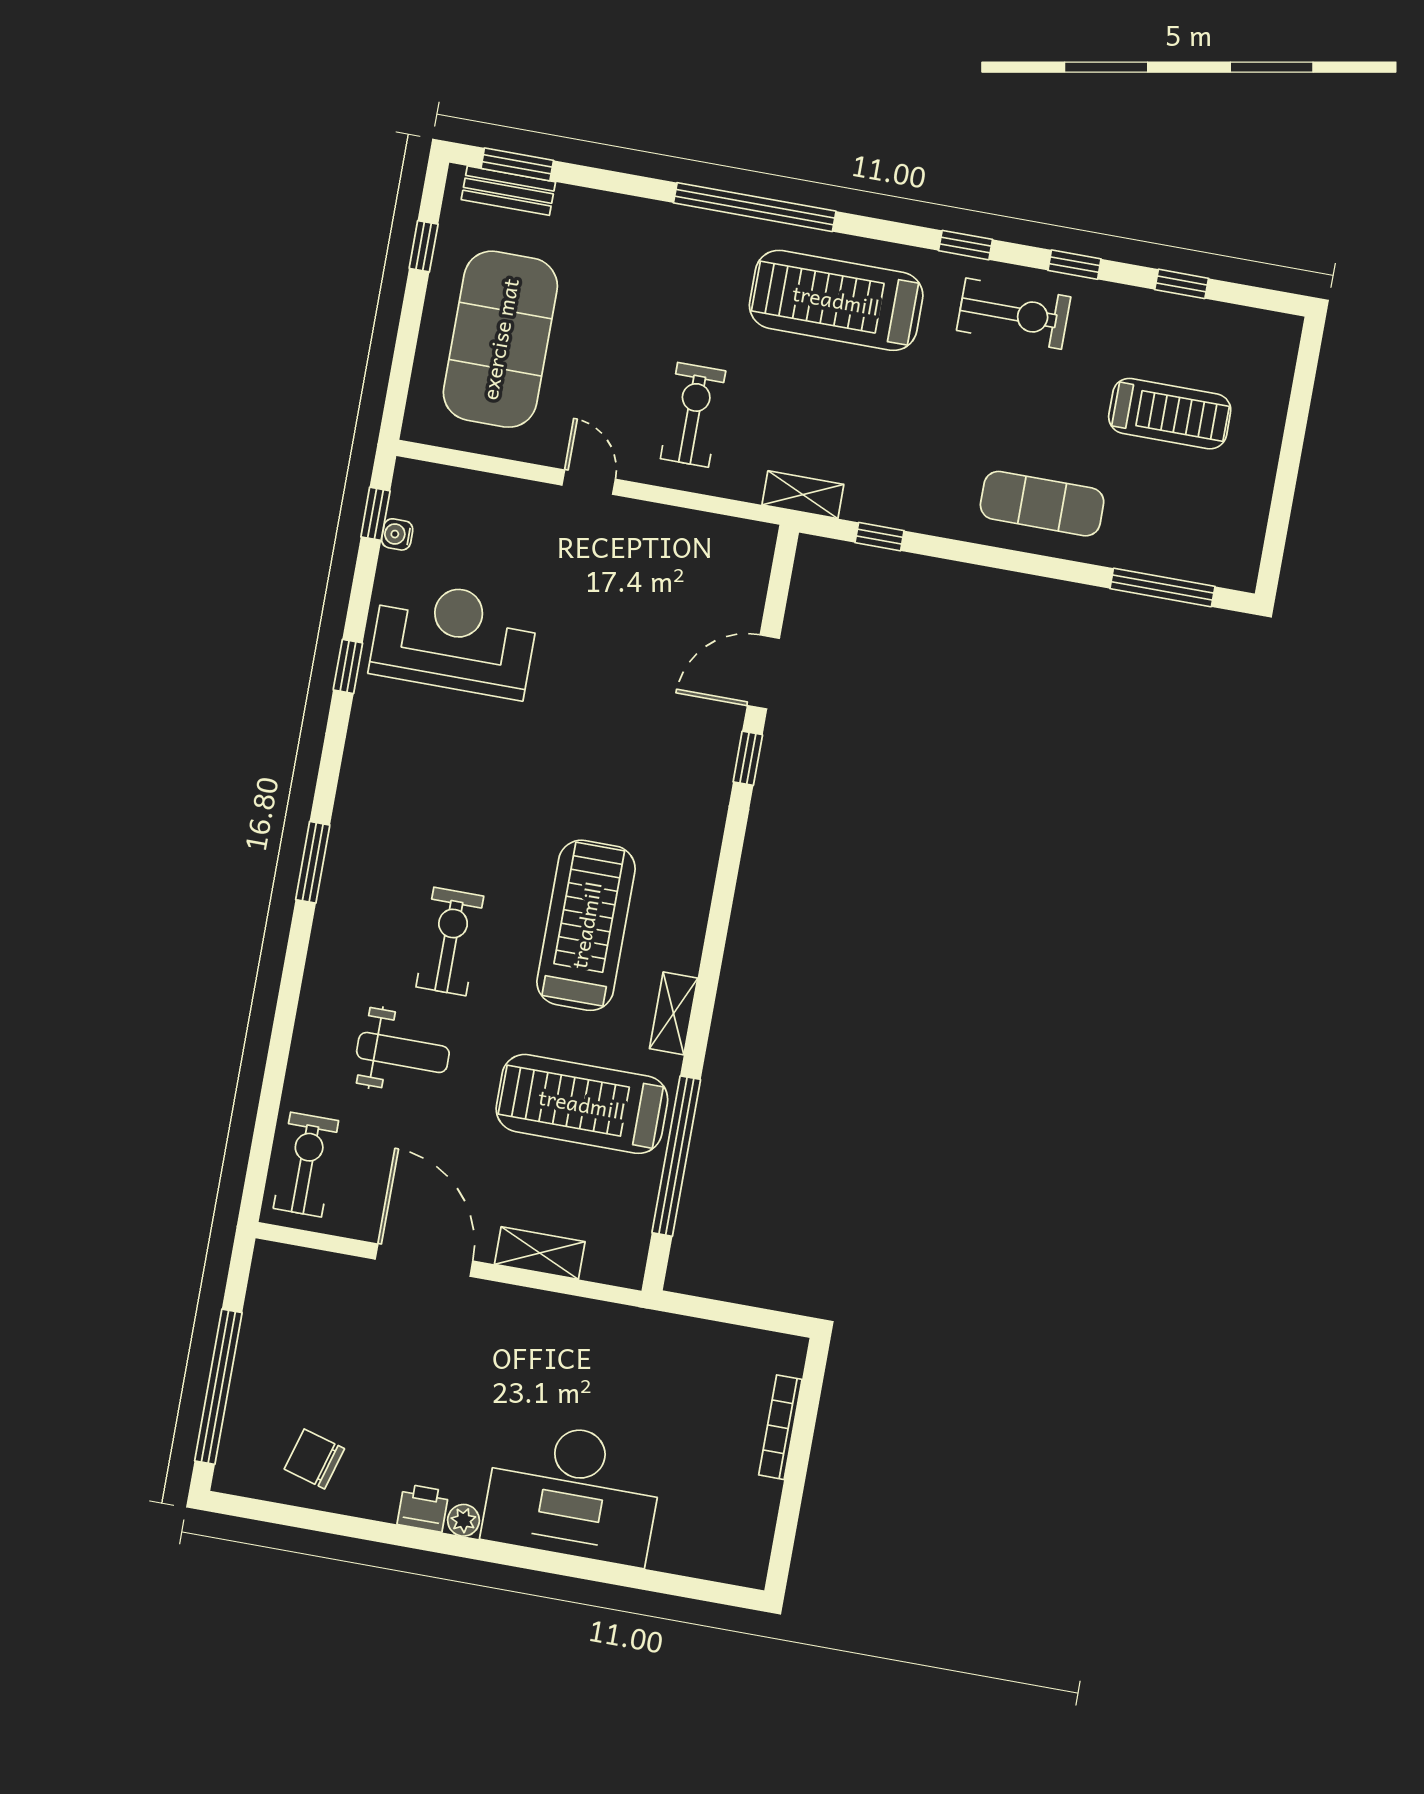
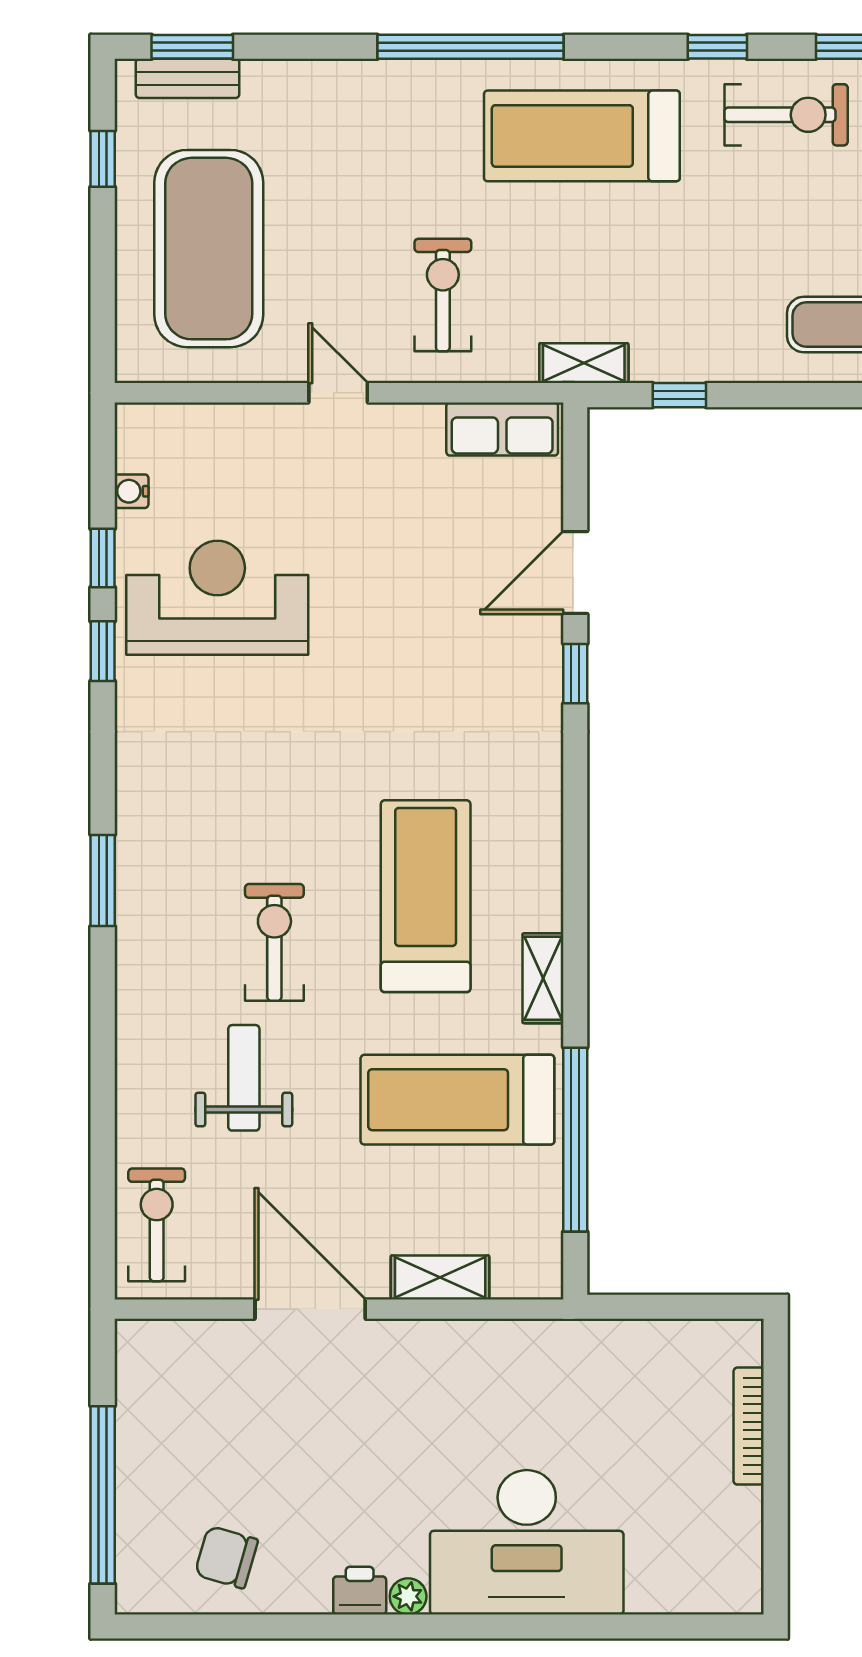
window: (375, 514) -> (103, 558), moved
row of seats: (723, 538) -> (502, 429), added
weight bench: (403, 1052) -> (244, 1078), turned -90

